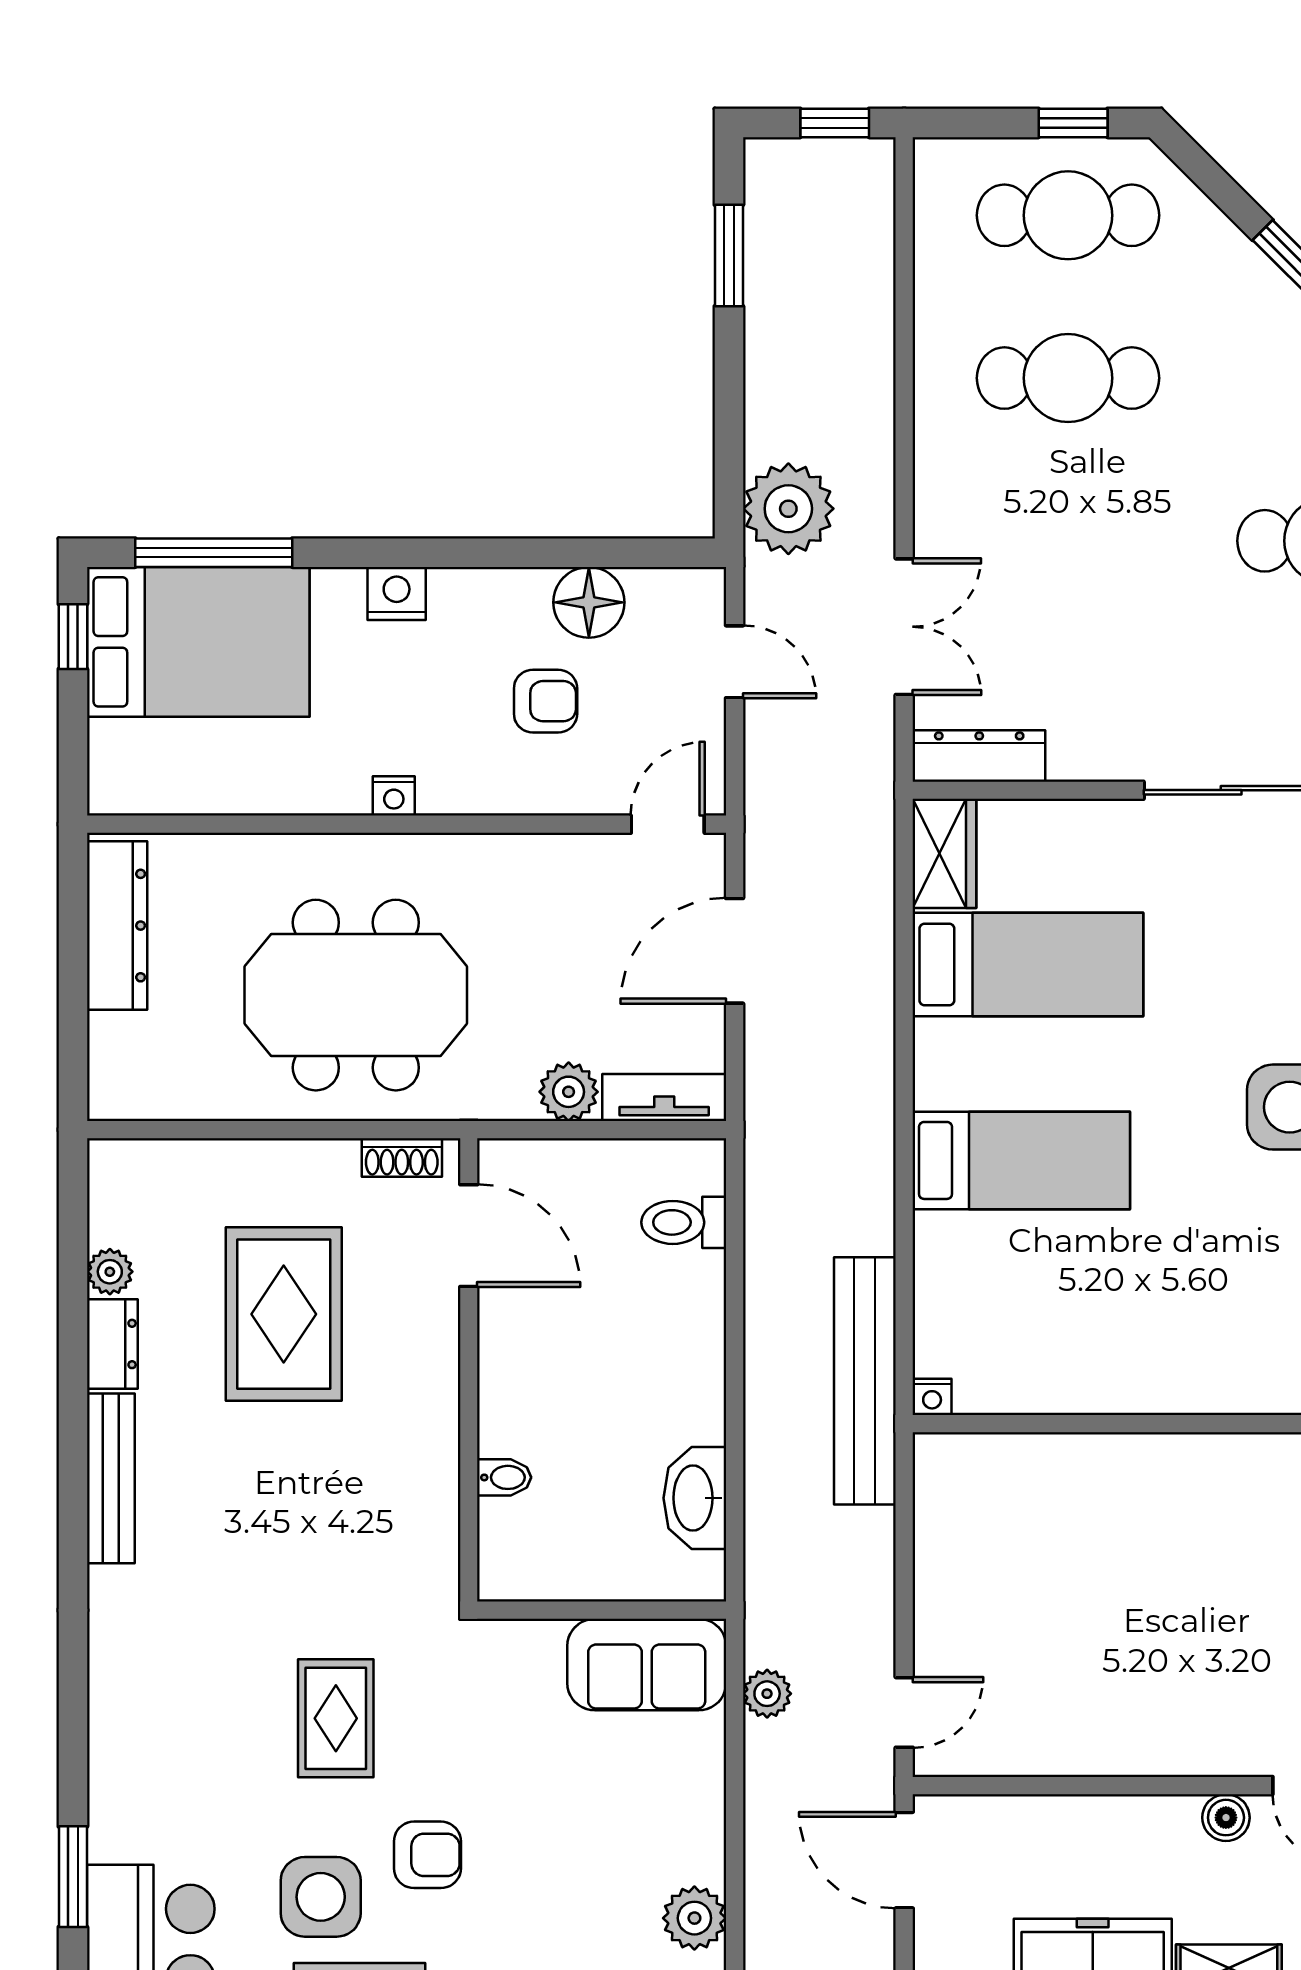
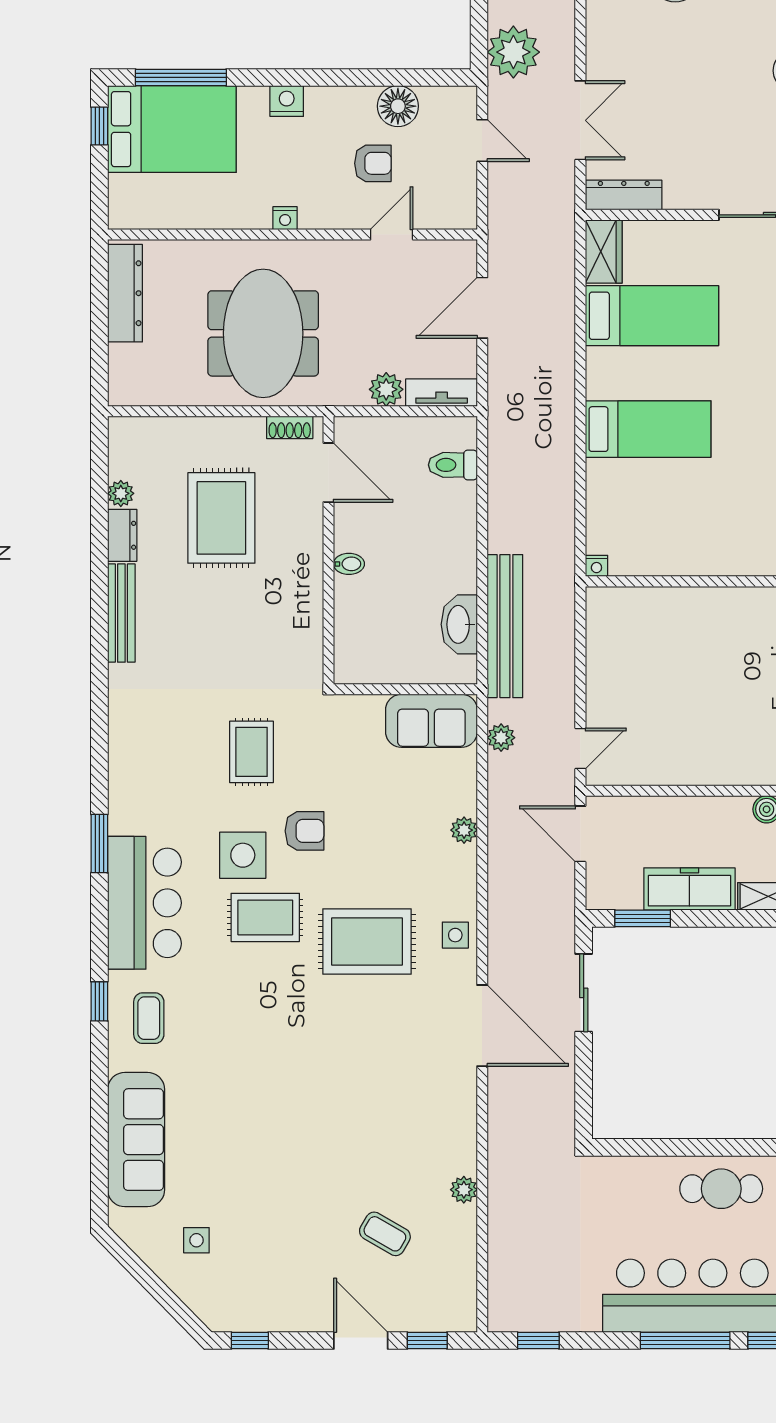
door: (668, 824) -> (392, 235), moved
meeting table: (356, 995) -> (263, 333), turned 90
bench: (865, 1381) -> (505, 626), moved
bidet: (504, 1477) -> (349, 564), moved
plant: (694, 1918) -> (464, 830), moved, width x0.73, depth x0.73

